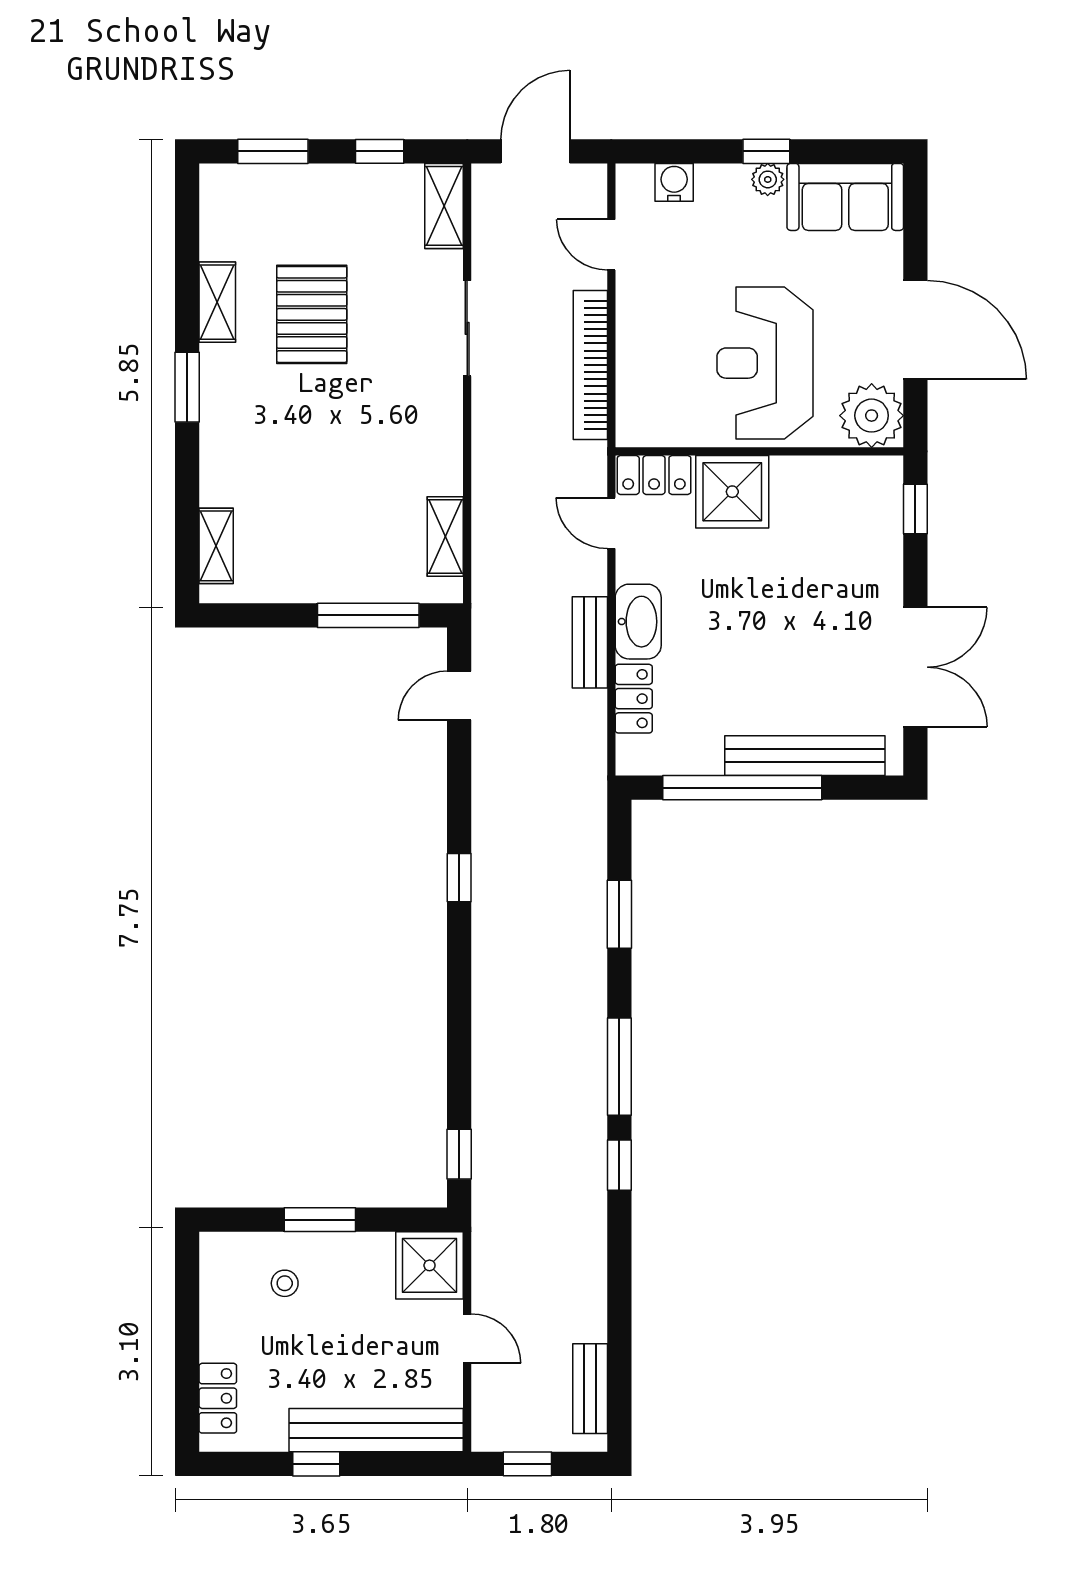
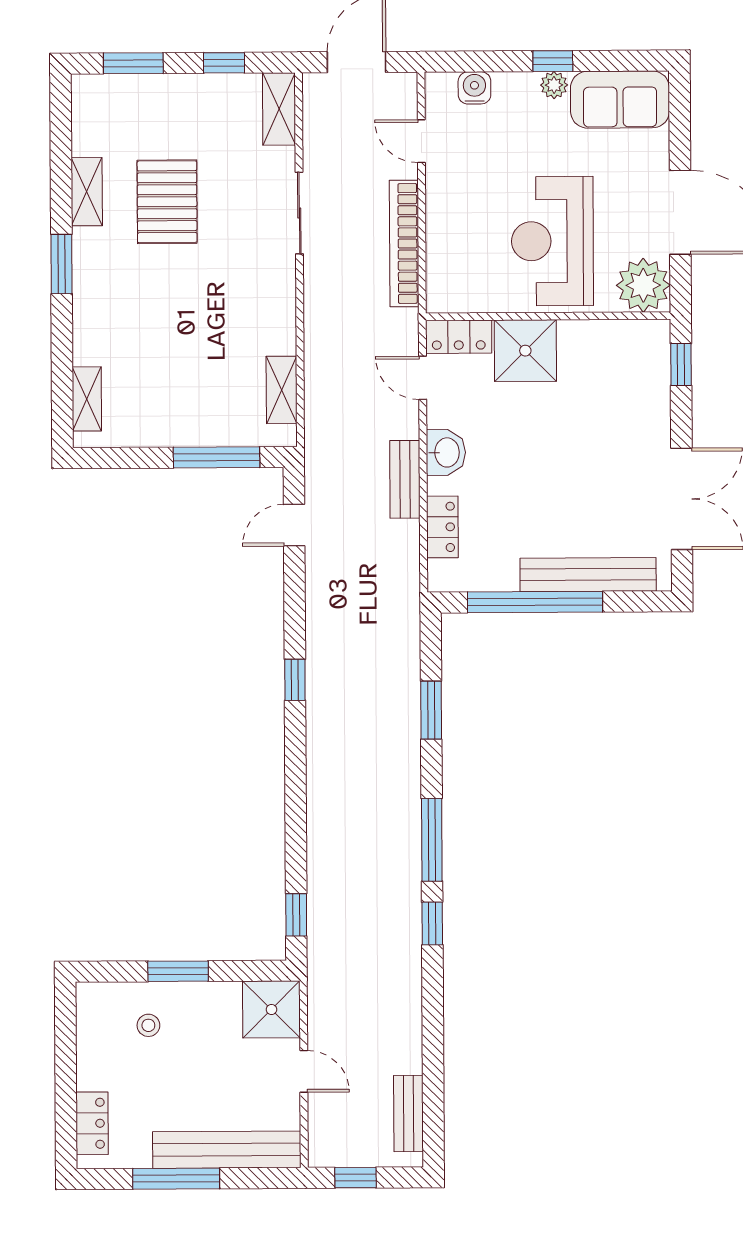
washbasin: (638, 622) -> (446, 452), width x0.72
window: (316, 1464) -> (176, 1179), width x2.17

